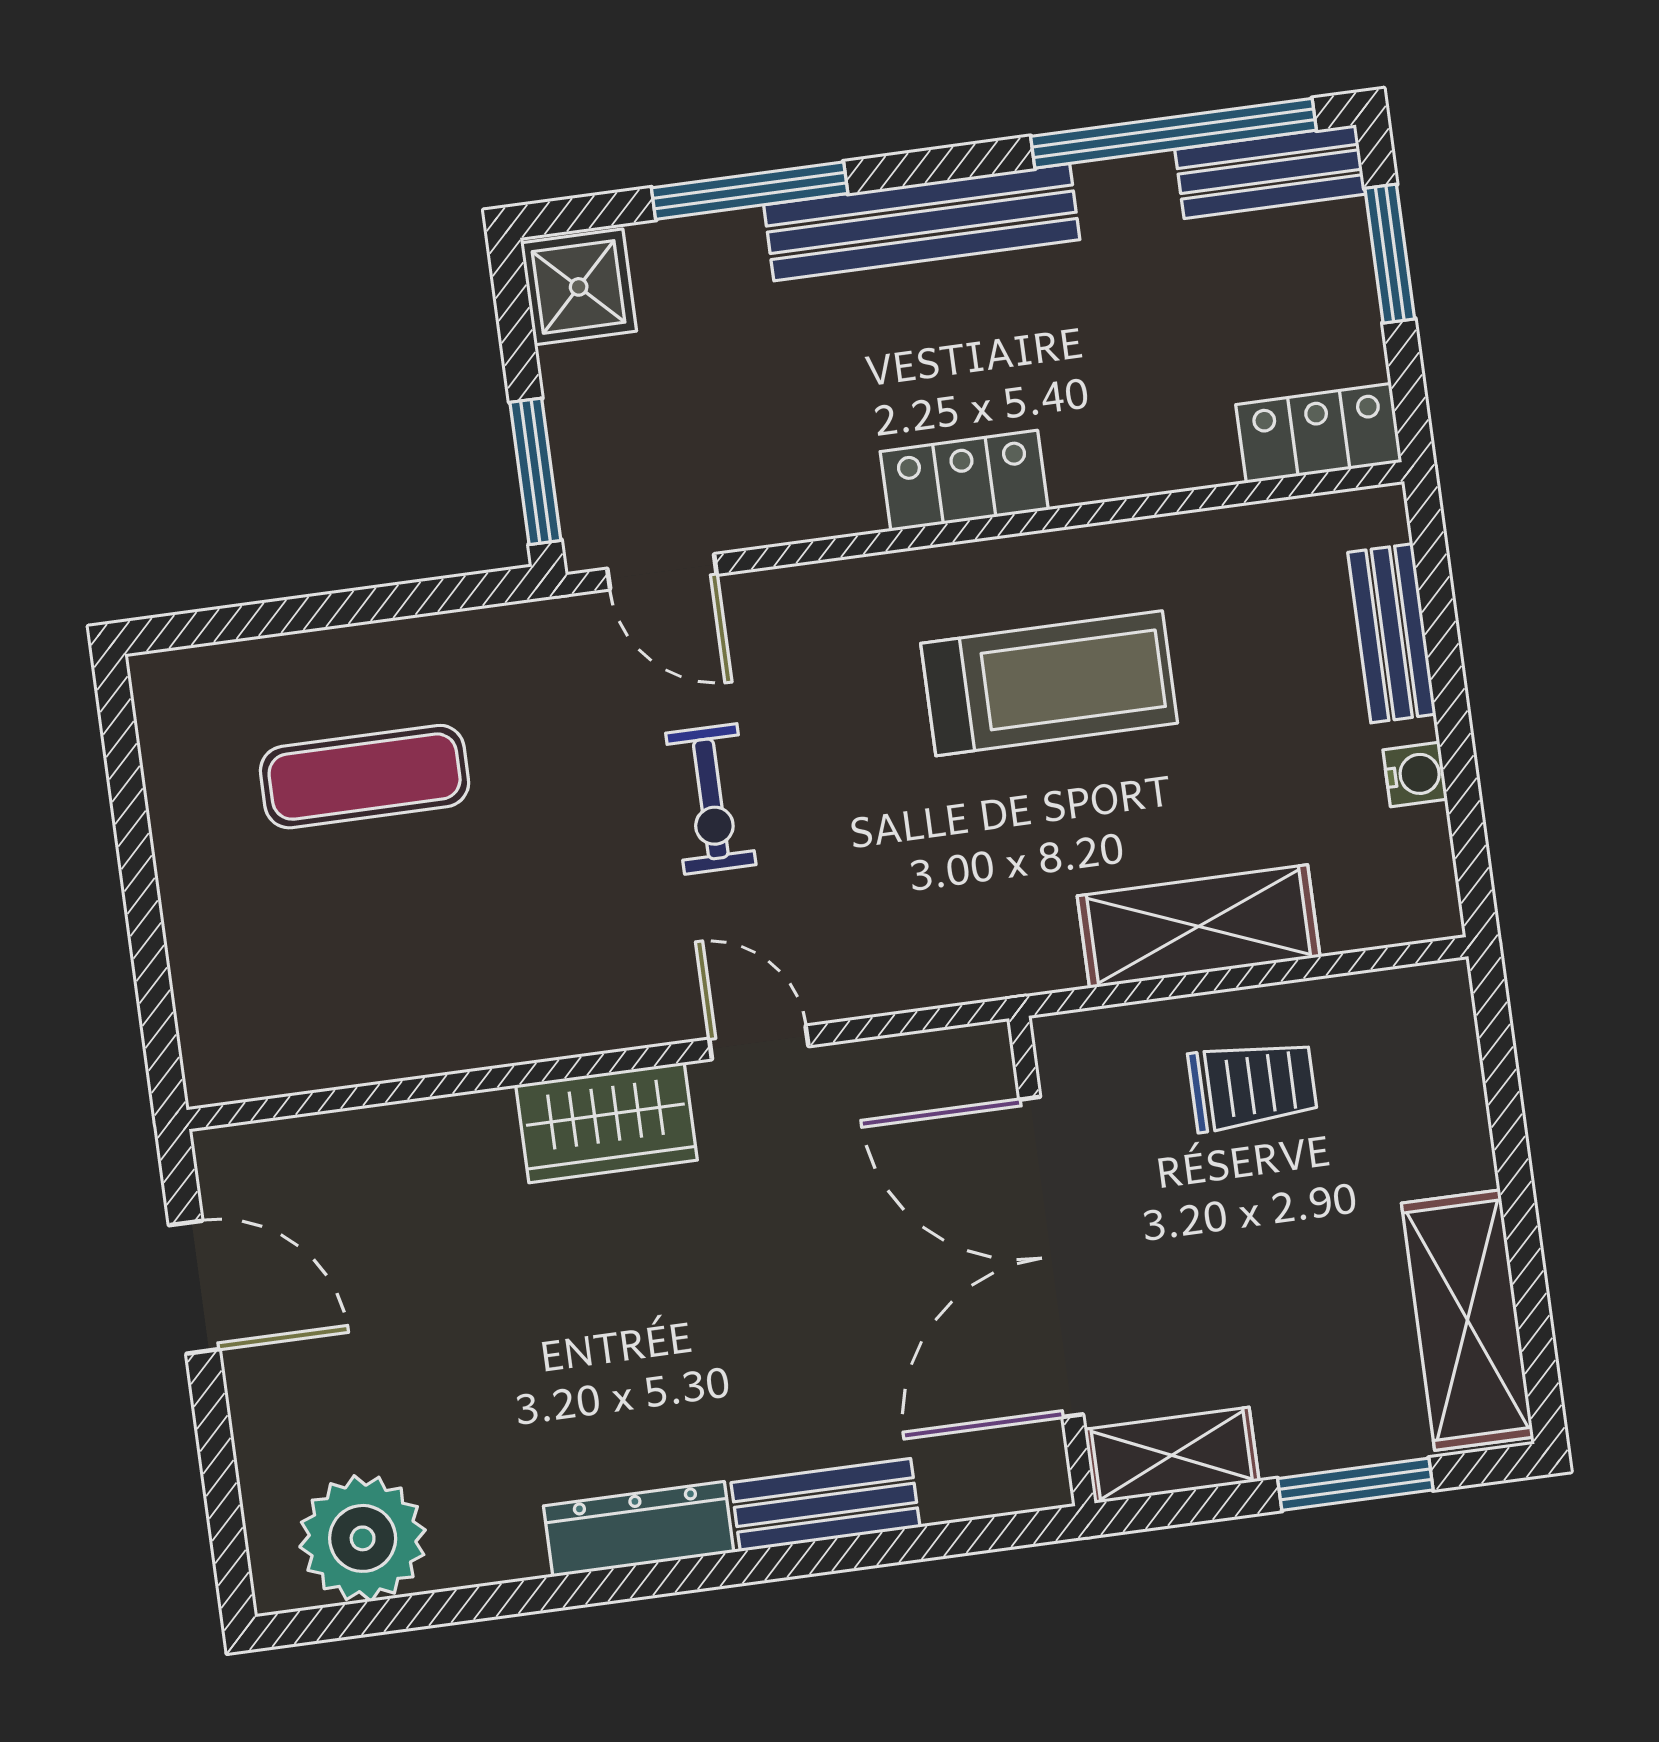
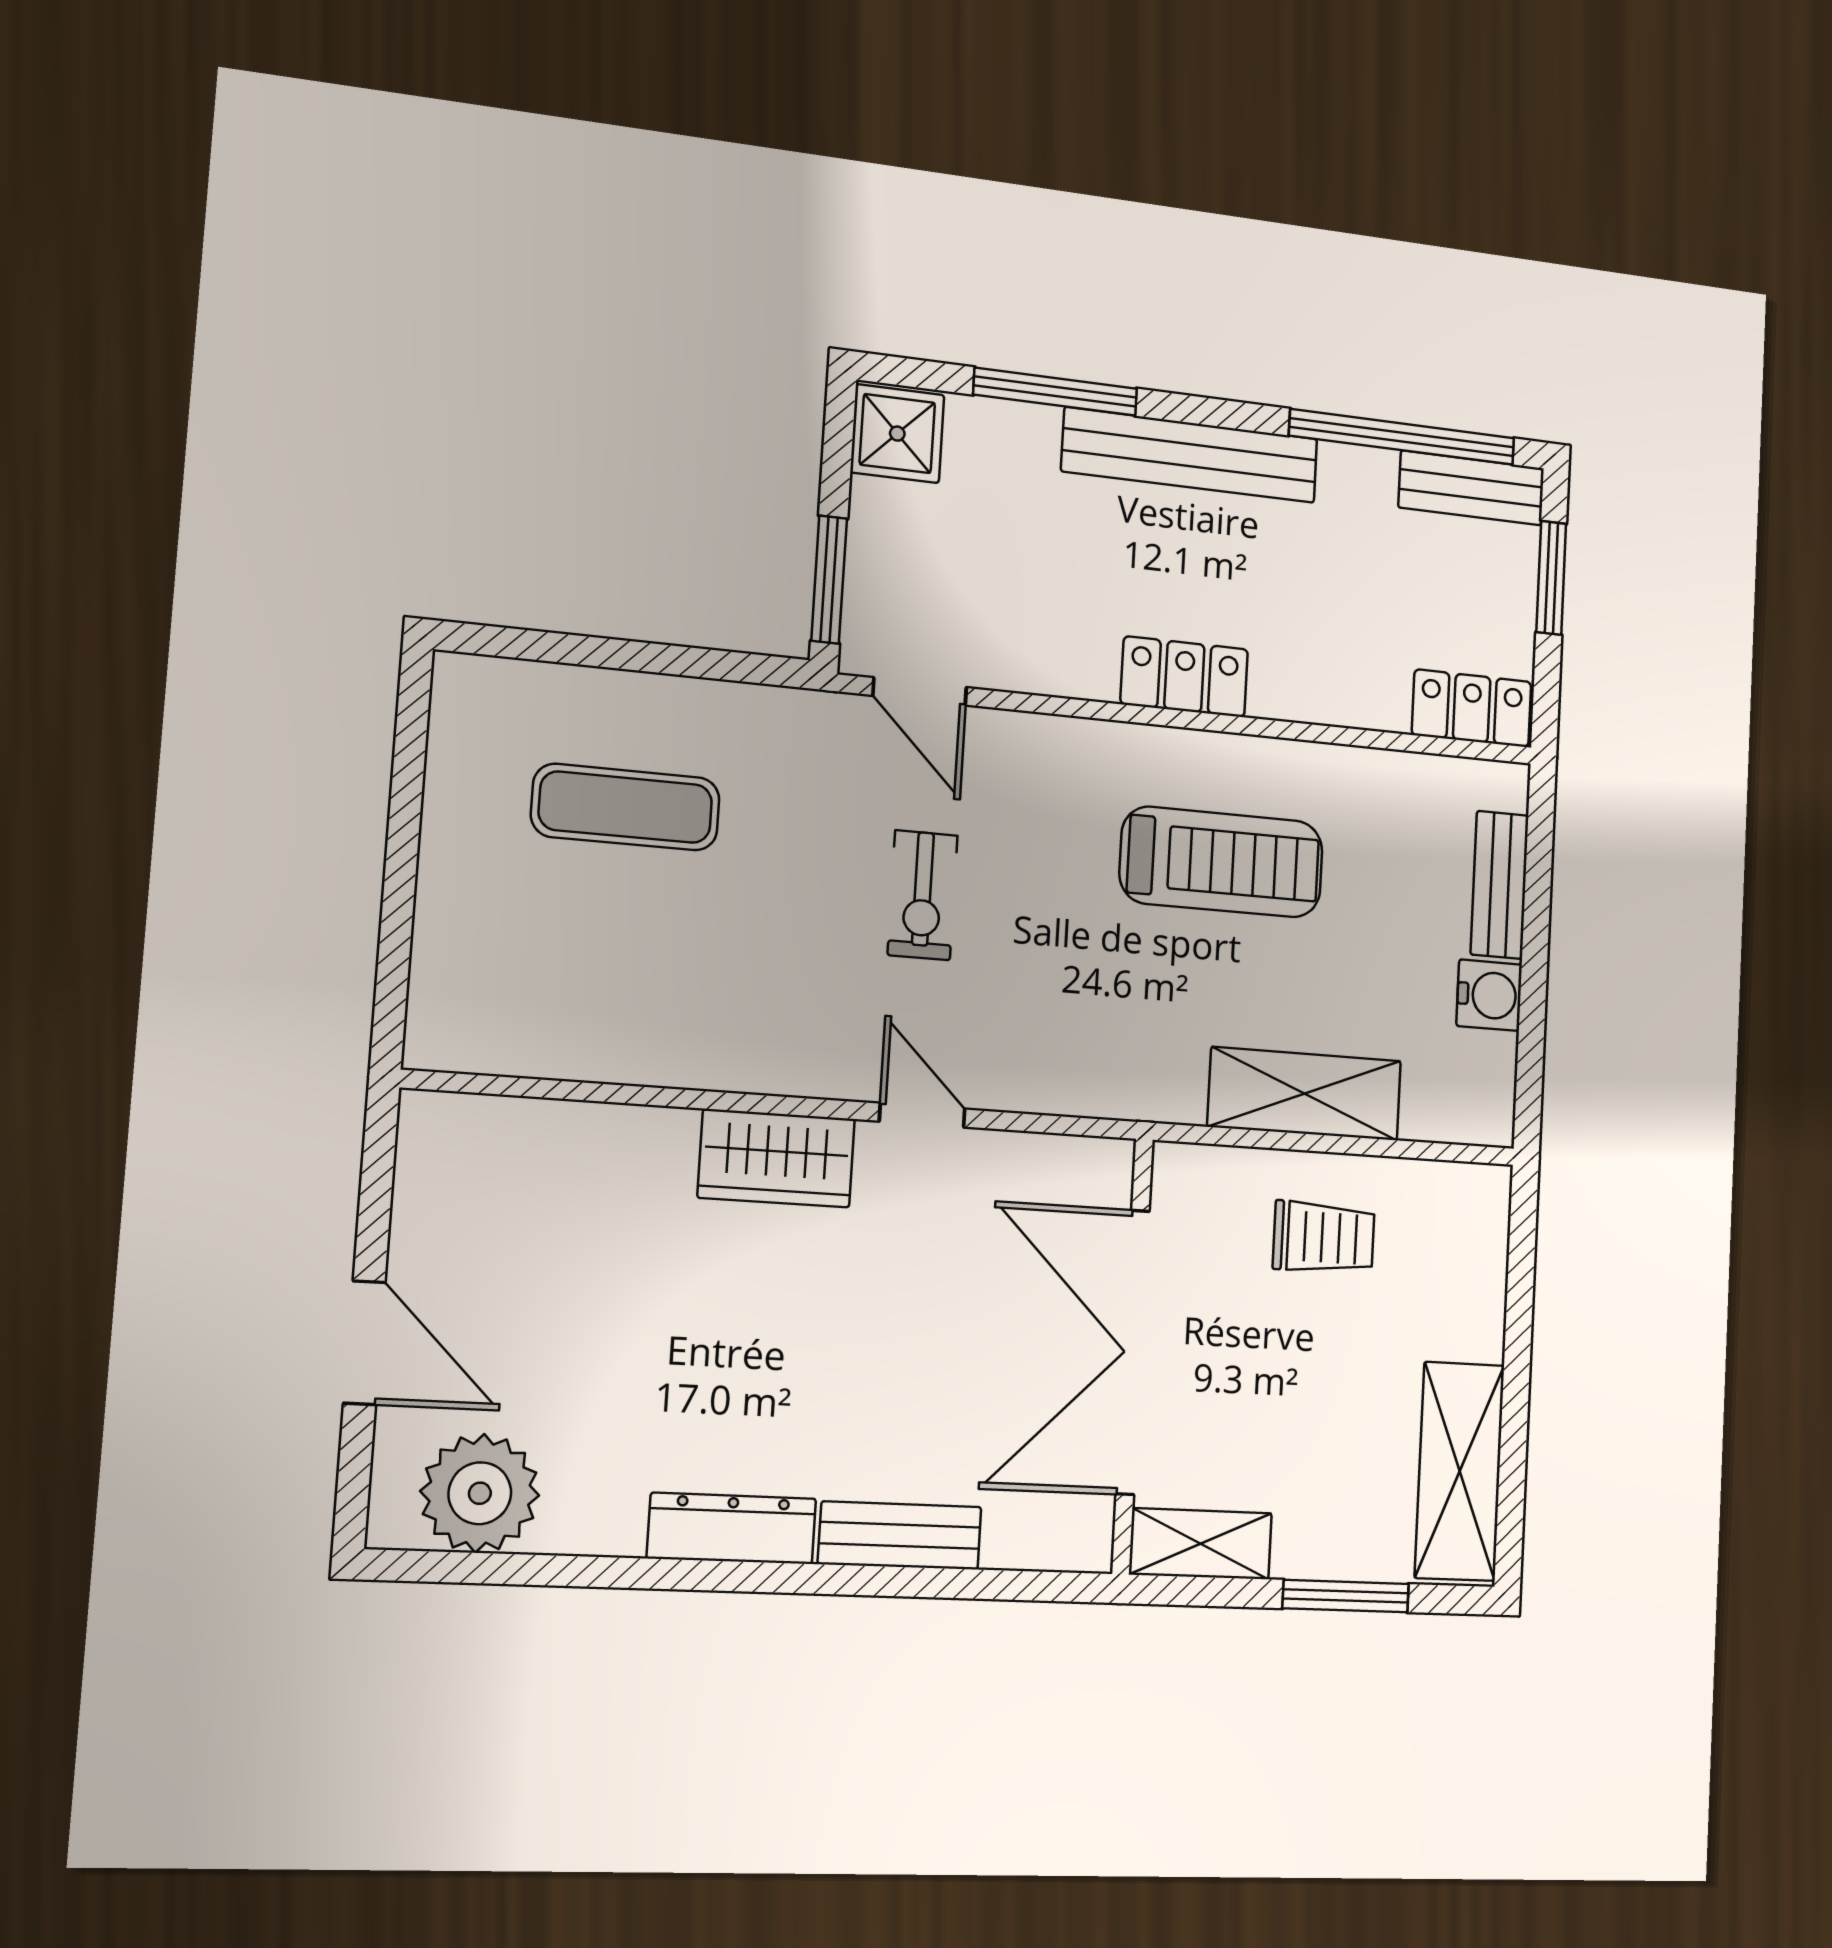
water cooler: (1415, 775) -> (1489, 995), width x1.38, depth x1.38
door: (194, 1287) -> (364, 1343), moved

